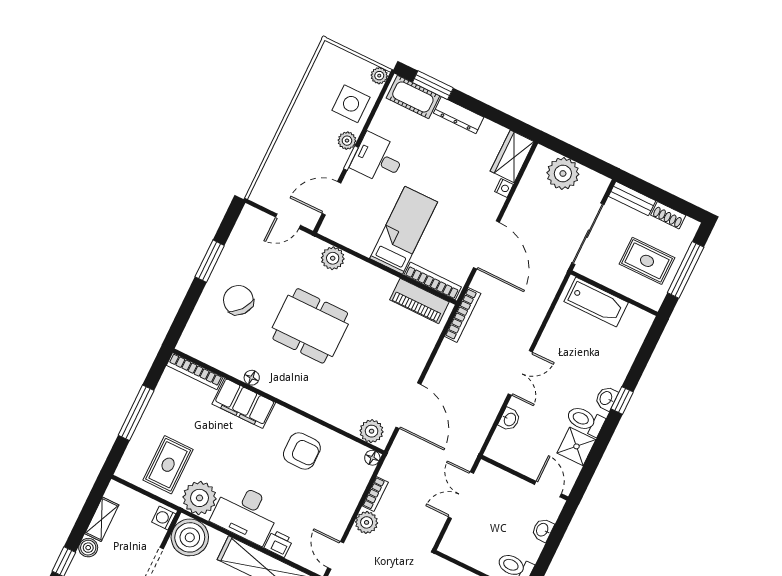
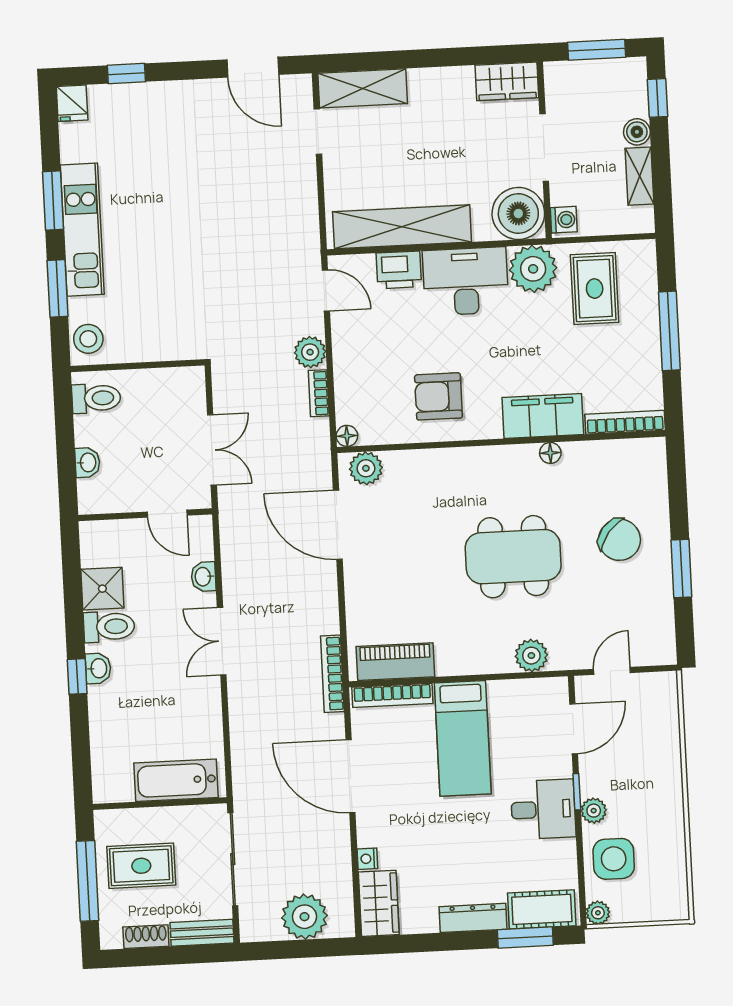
door: (548, 489) -> (167, 514), moved
printer: (279, 544) -> (399, 270), width x1.36, depth x1.24

